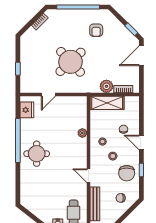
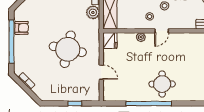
armchair: (96, 30) -> (22, 28), moved
round table: (71, 62) -> (68, 49), turned -35
fridge: (27, 110) -> (110, 41), moved, turned 90
door: (89, 176) -> (162, 31), moved

